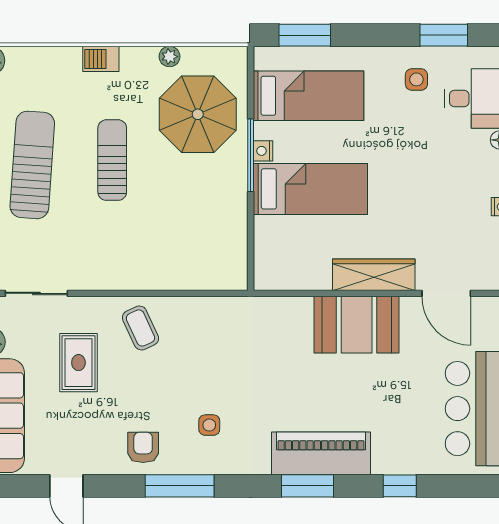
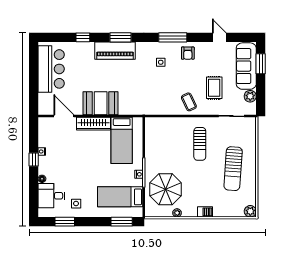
sun lounger: (112, 160) -> (200, 144), moved
bed: (310, 189) -> (122, 140), moved, turned -90

